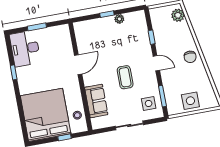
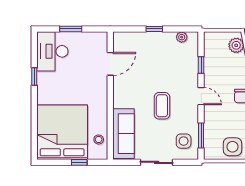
plant: (119, 19) -> (182, 37), moved
door: (78, 65) -> (110, 64), moved
sofa: (96, 101) -> (124, 134), width x1.36

